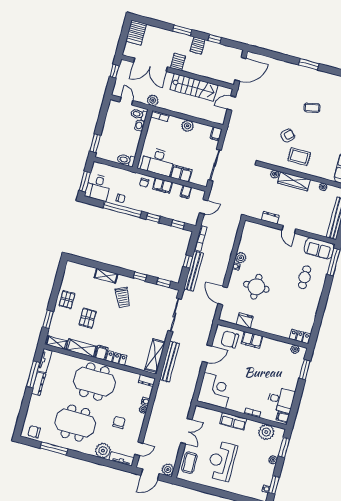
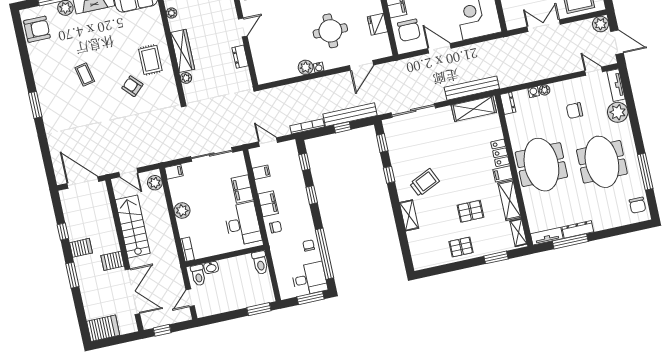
plant: (153, 100) -> (155, 183), moved
window: (122, 209) -> (324, 254), moved

